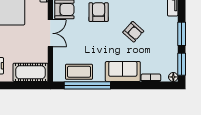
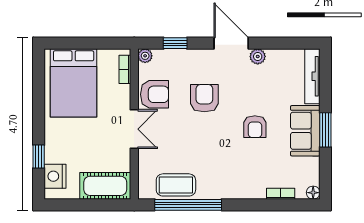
armchair: (133, 32) -> (255, 127), turned 48
window: (182, 64) -> (325, 174), removed
sofa: (123, 72) -> (305, 131), moved, turned -90

